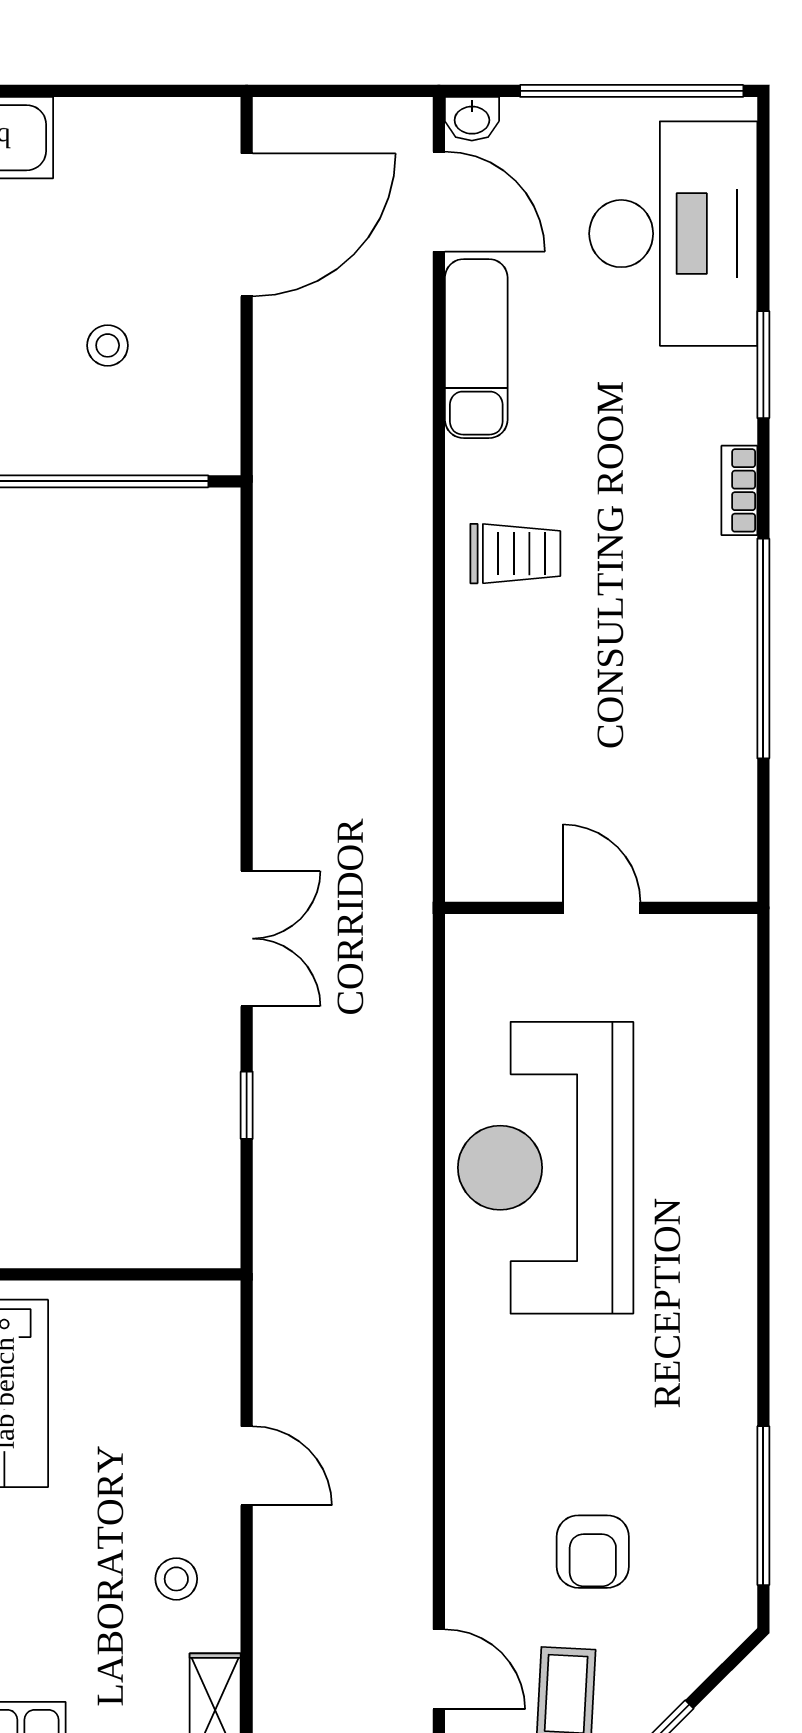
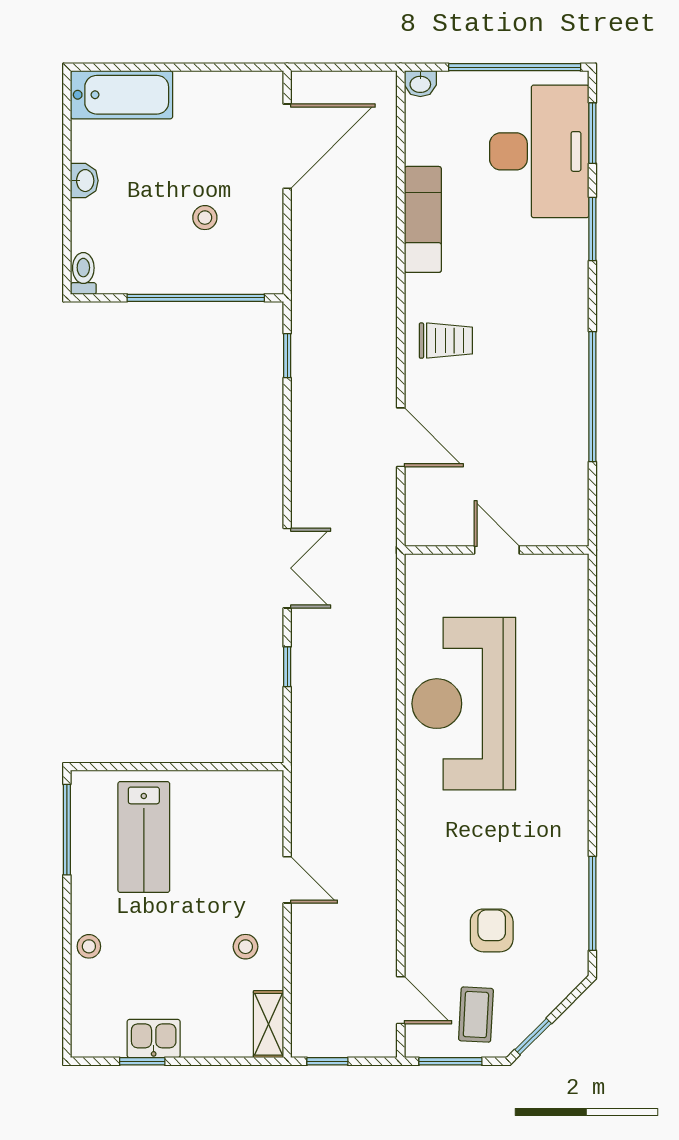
door: (439, 202) -> (401, 437), moved
window: (763, 203) -> (592, 133), added
bookcase: (739, 490) -> (578, 303), removed
window: (247, 579) -> (287, 356), added
armchair: (593, 1552) -> (492, 930), turned 180

